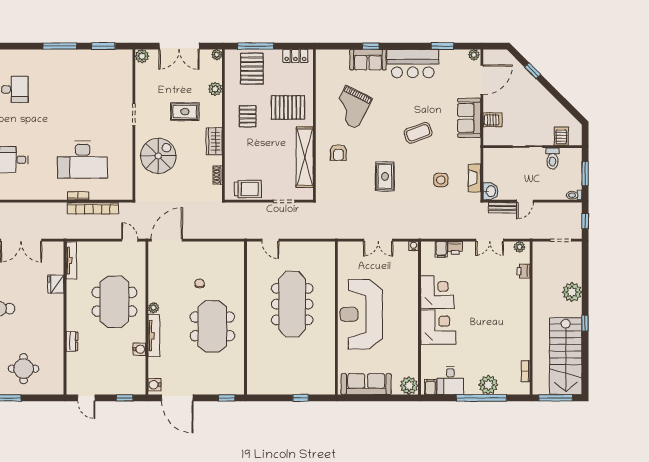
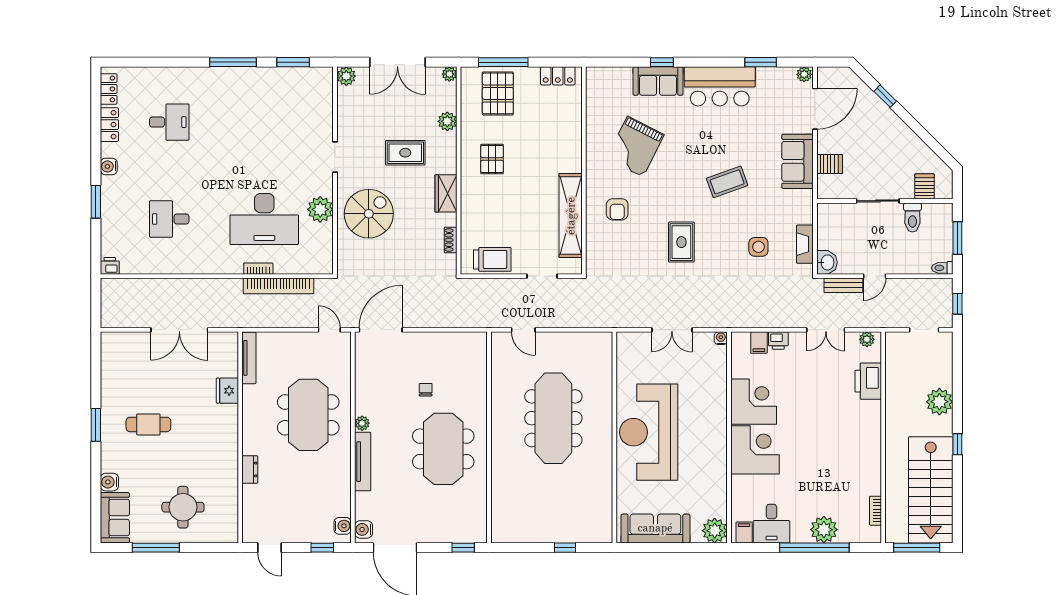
pallet: (288, 107) -> (548, 147), removed
plant: (123, 153) -> (320, 209), added
printer: (523, 271) -> (868, 381), width x1.87, depth x1.48
water cooler: (139, 349) -> (343, 526), moved

